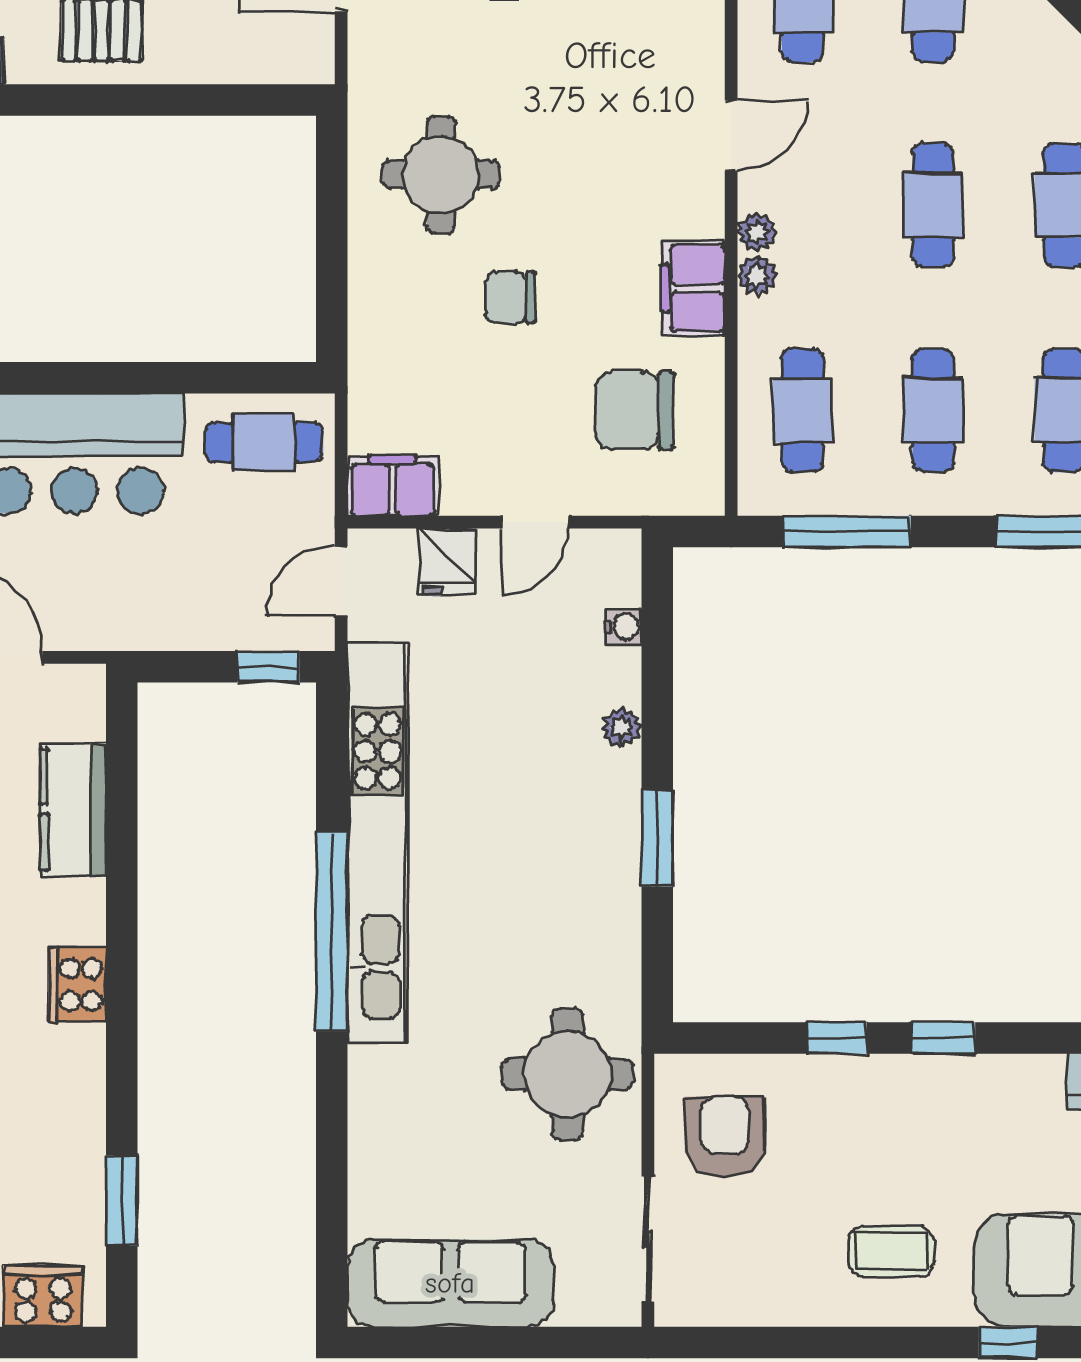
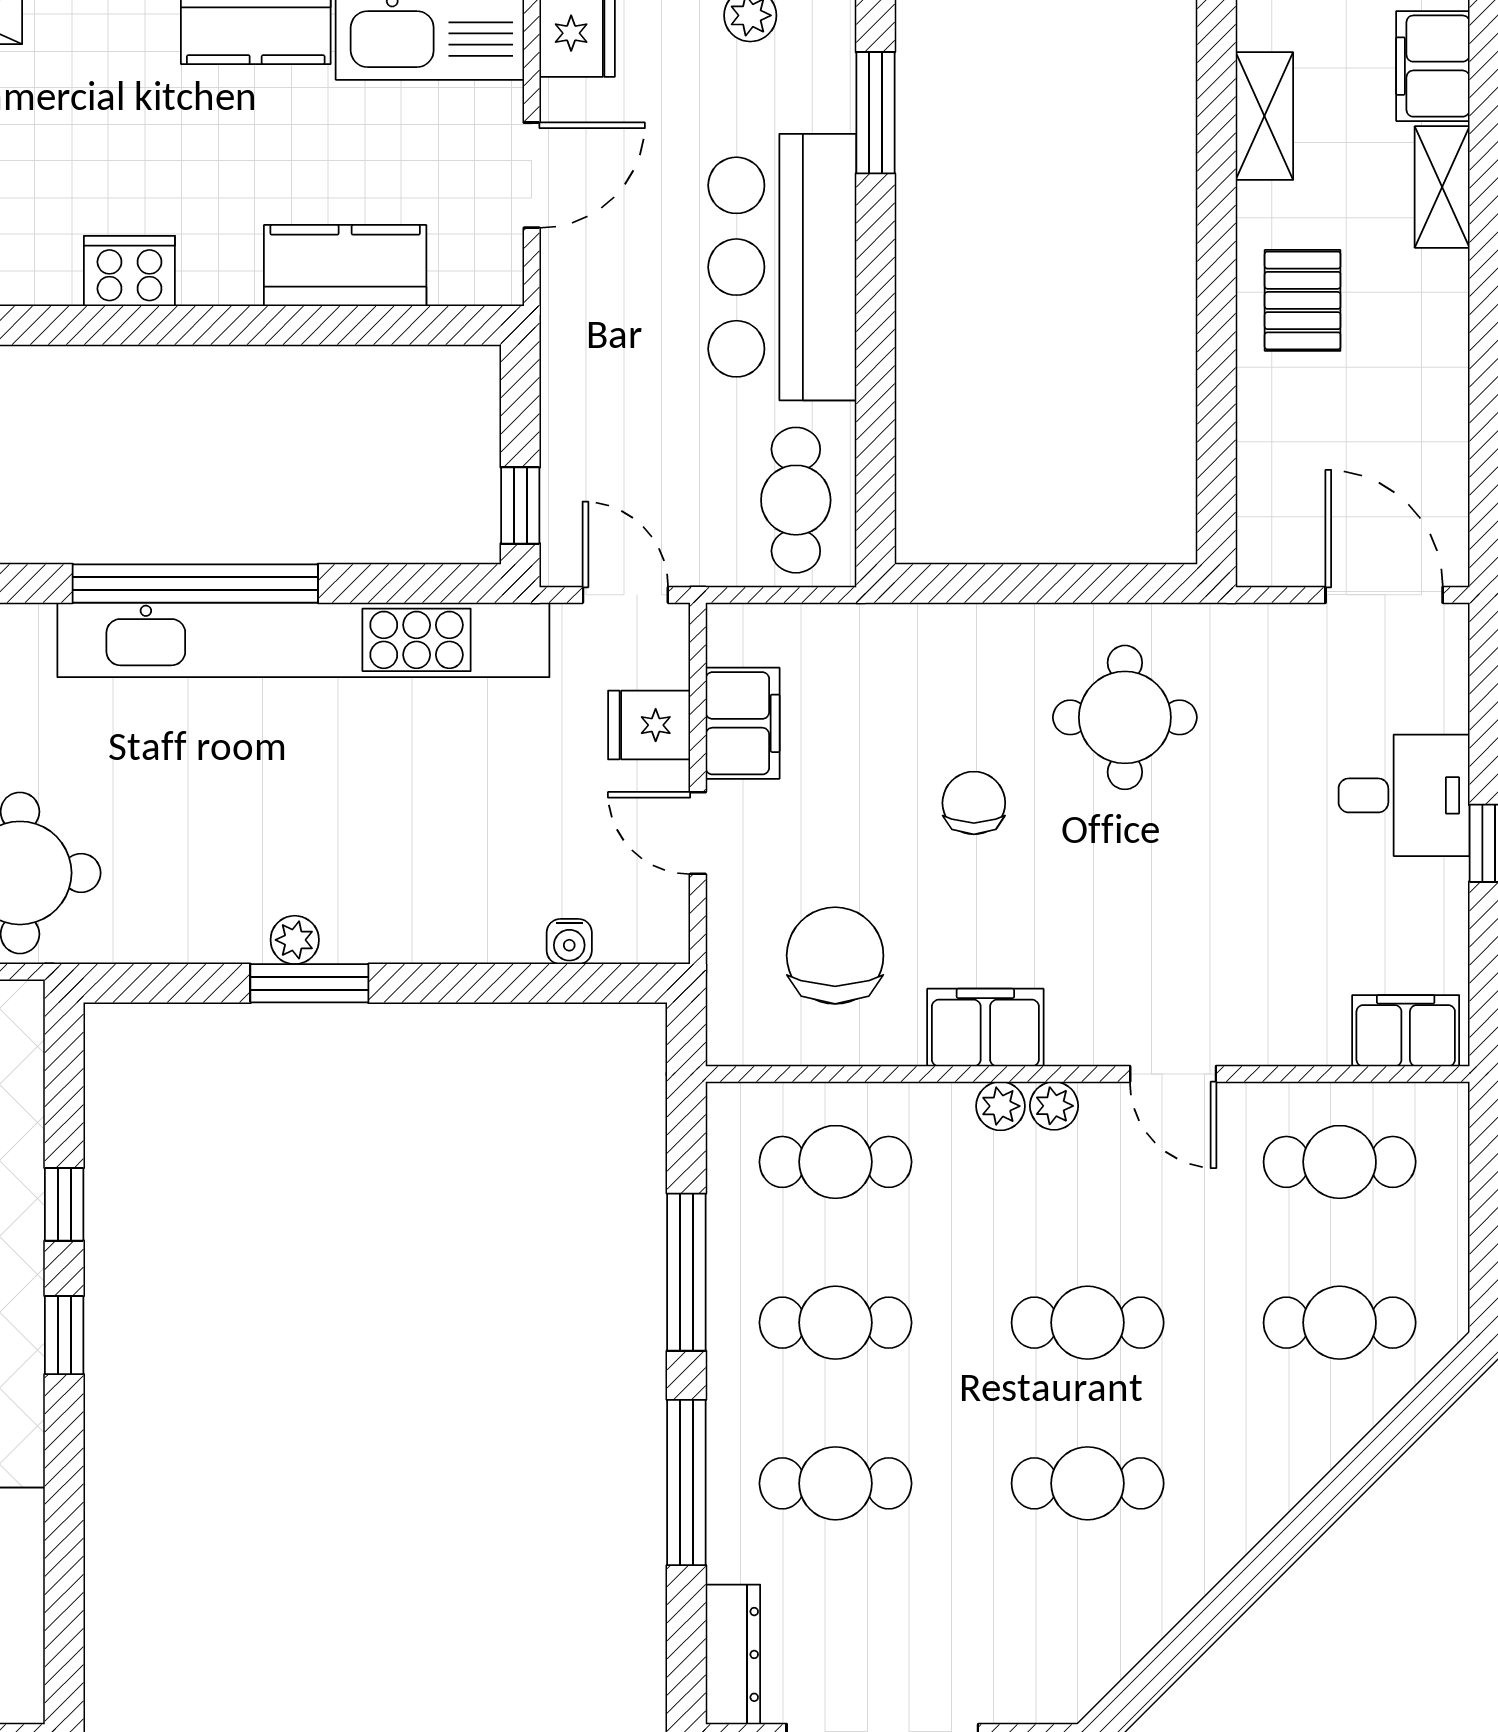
filing cabinet: (393, 486) -> (743, 723), moved
window: (847, 532) -> (686, 1272), moved
plant: (622, 727) -> (295, 940), moved

